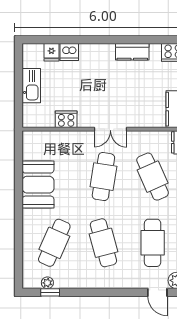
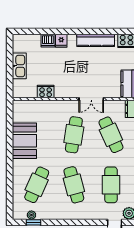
fridge: (51, 52) -> (61, 41), moved
kitchen counter: (132, 52) -> (96, 40), width x1.50
double door: (110, 129) -> (91, 99), moved

